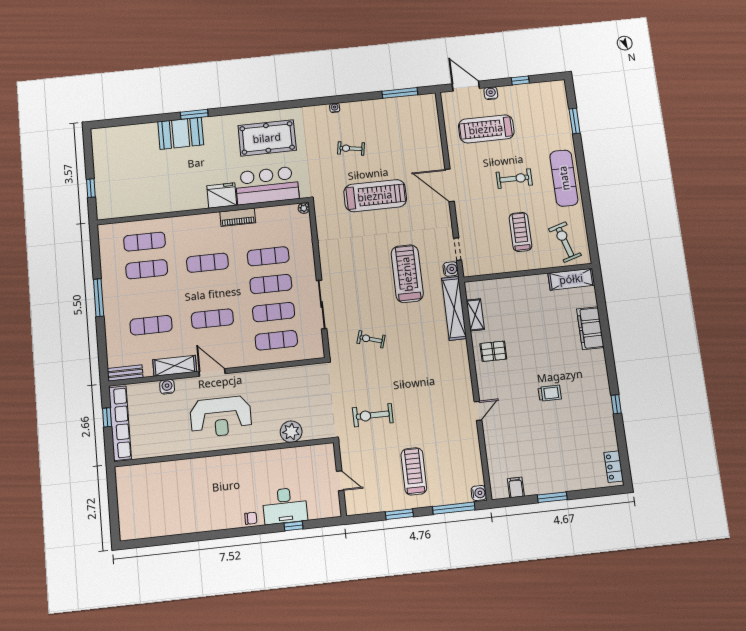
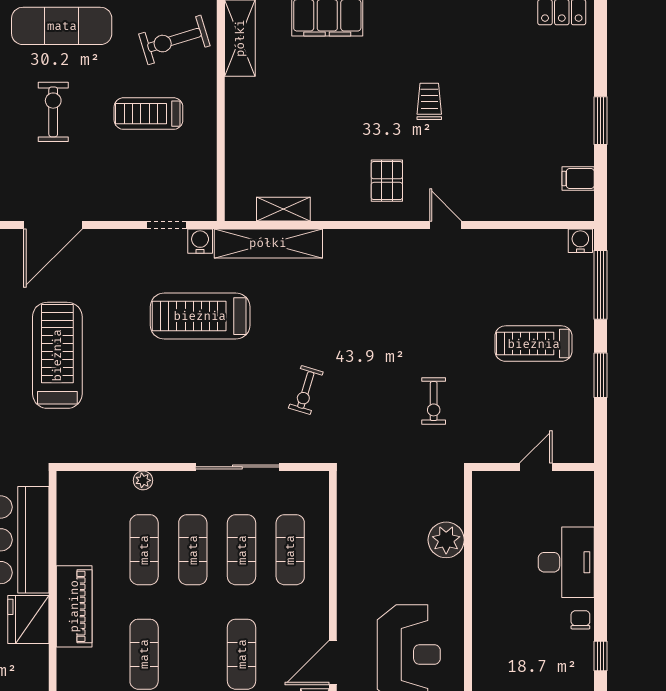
plant: (304, 208) -> (143, 480), moved
piano: (238, 217) -> (74, 606), width x1.37, depth x1.33
pallet: (493, 351) -> (387, 181), moved
exercise bike: (373, 415) -> (434, 401), width x0.73, depth x0.72
window: (293, 526) -> (600, 656), moved

